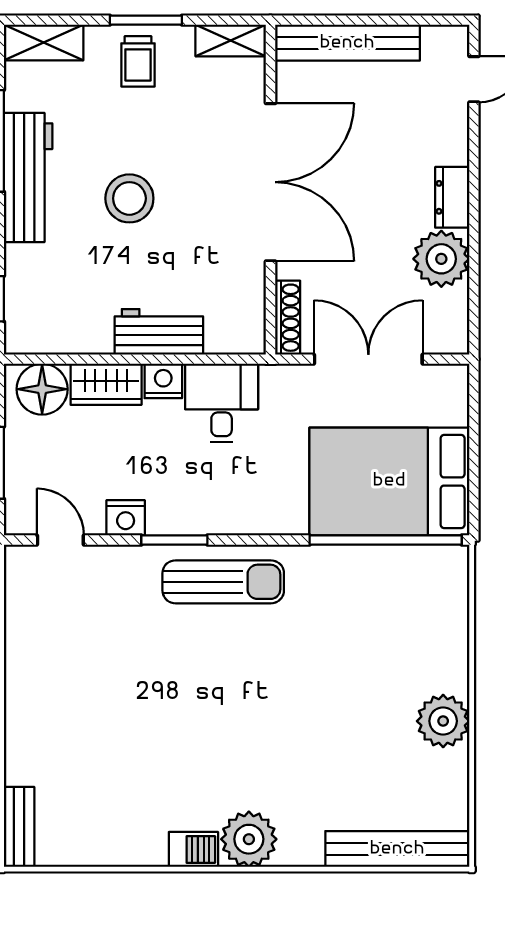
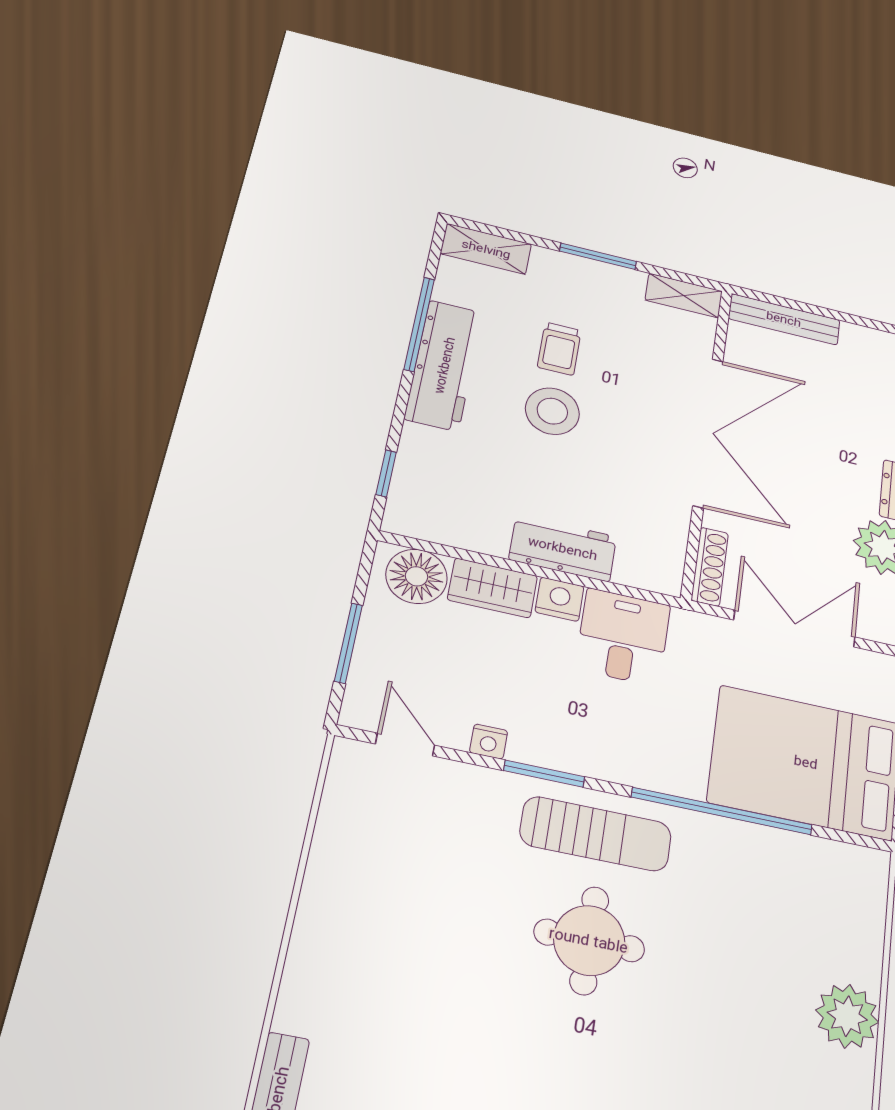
bench: (347, 43) -> (784, 319), width x0.73, depth x0.82
trolley: (138, 61) -> (559, 349), moved
nightstand: (126, 518) -> (489, 742), width x0.72, depth x0.74
window: (386, 540) -> (722, 811), moved
round table: (230, 670) -> (589, 940), added
plant: (443, 721) -> (847, 1016), moved

